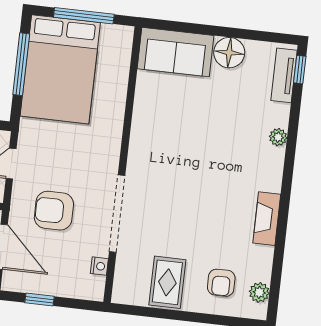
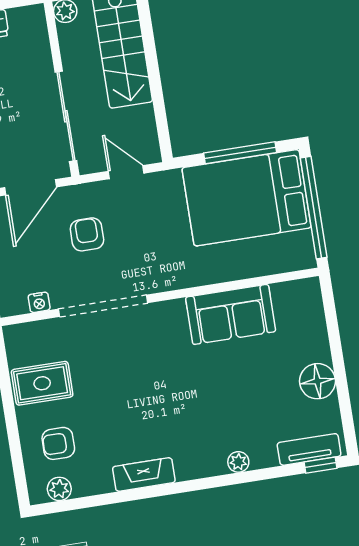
window: (84, 16) -> (314, 208), width x1.46
sofa: (175, 52) -> (231, 314), moved, turned -90
armchair: (54, 211) -> (87, 234), width x0.72, depth x0.72

